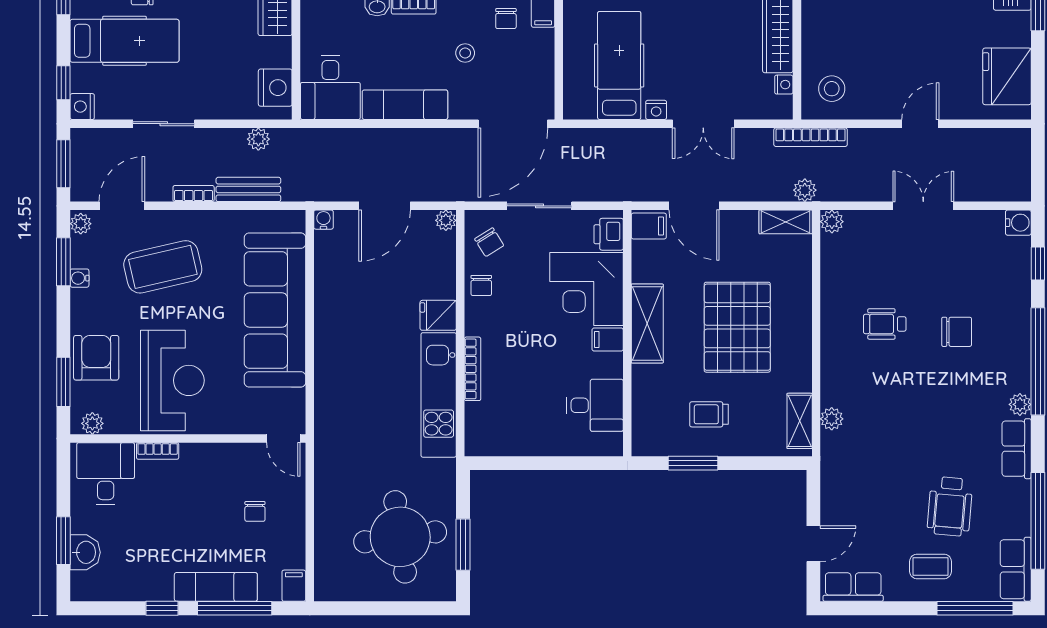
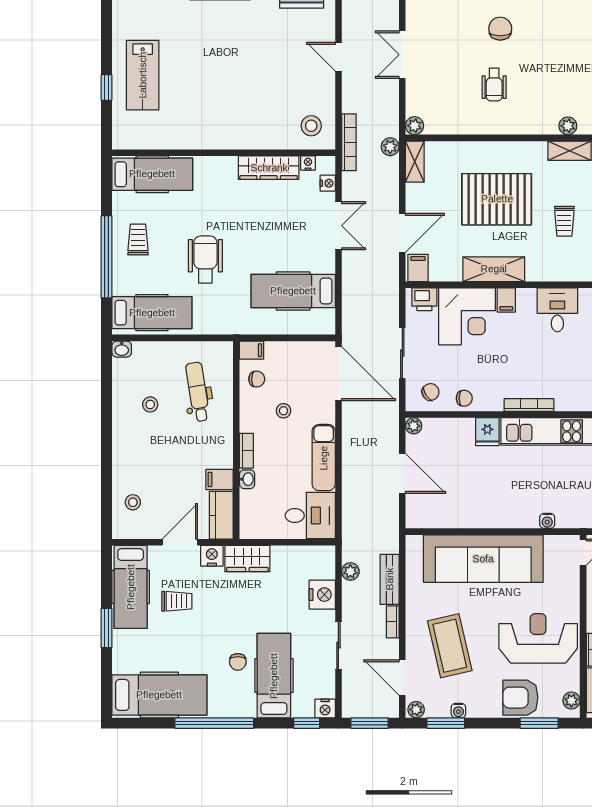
nightstand: (275, 88) -> (322, 595), moved, turned 90
nightstand: (656, 110) -> (328, 183), moved
water cooler: (323, 220) -> (547, 521), moved, turned -90

